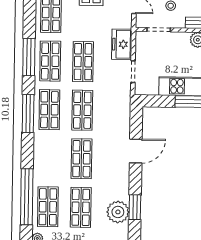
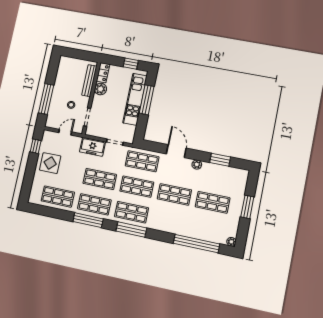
shop shelf: (48, 207) -> (142, 161), moved
plant: (118, 212) -> (197, 165), moved, width x0.53, depth x0.53

